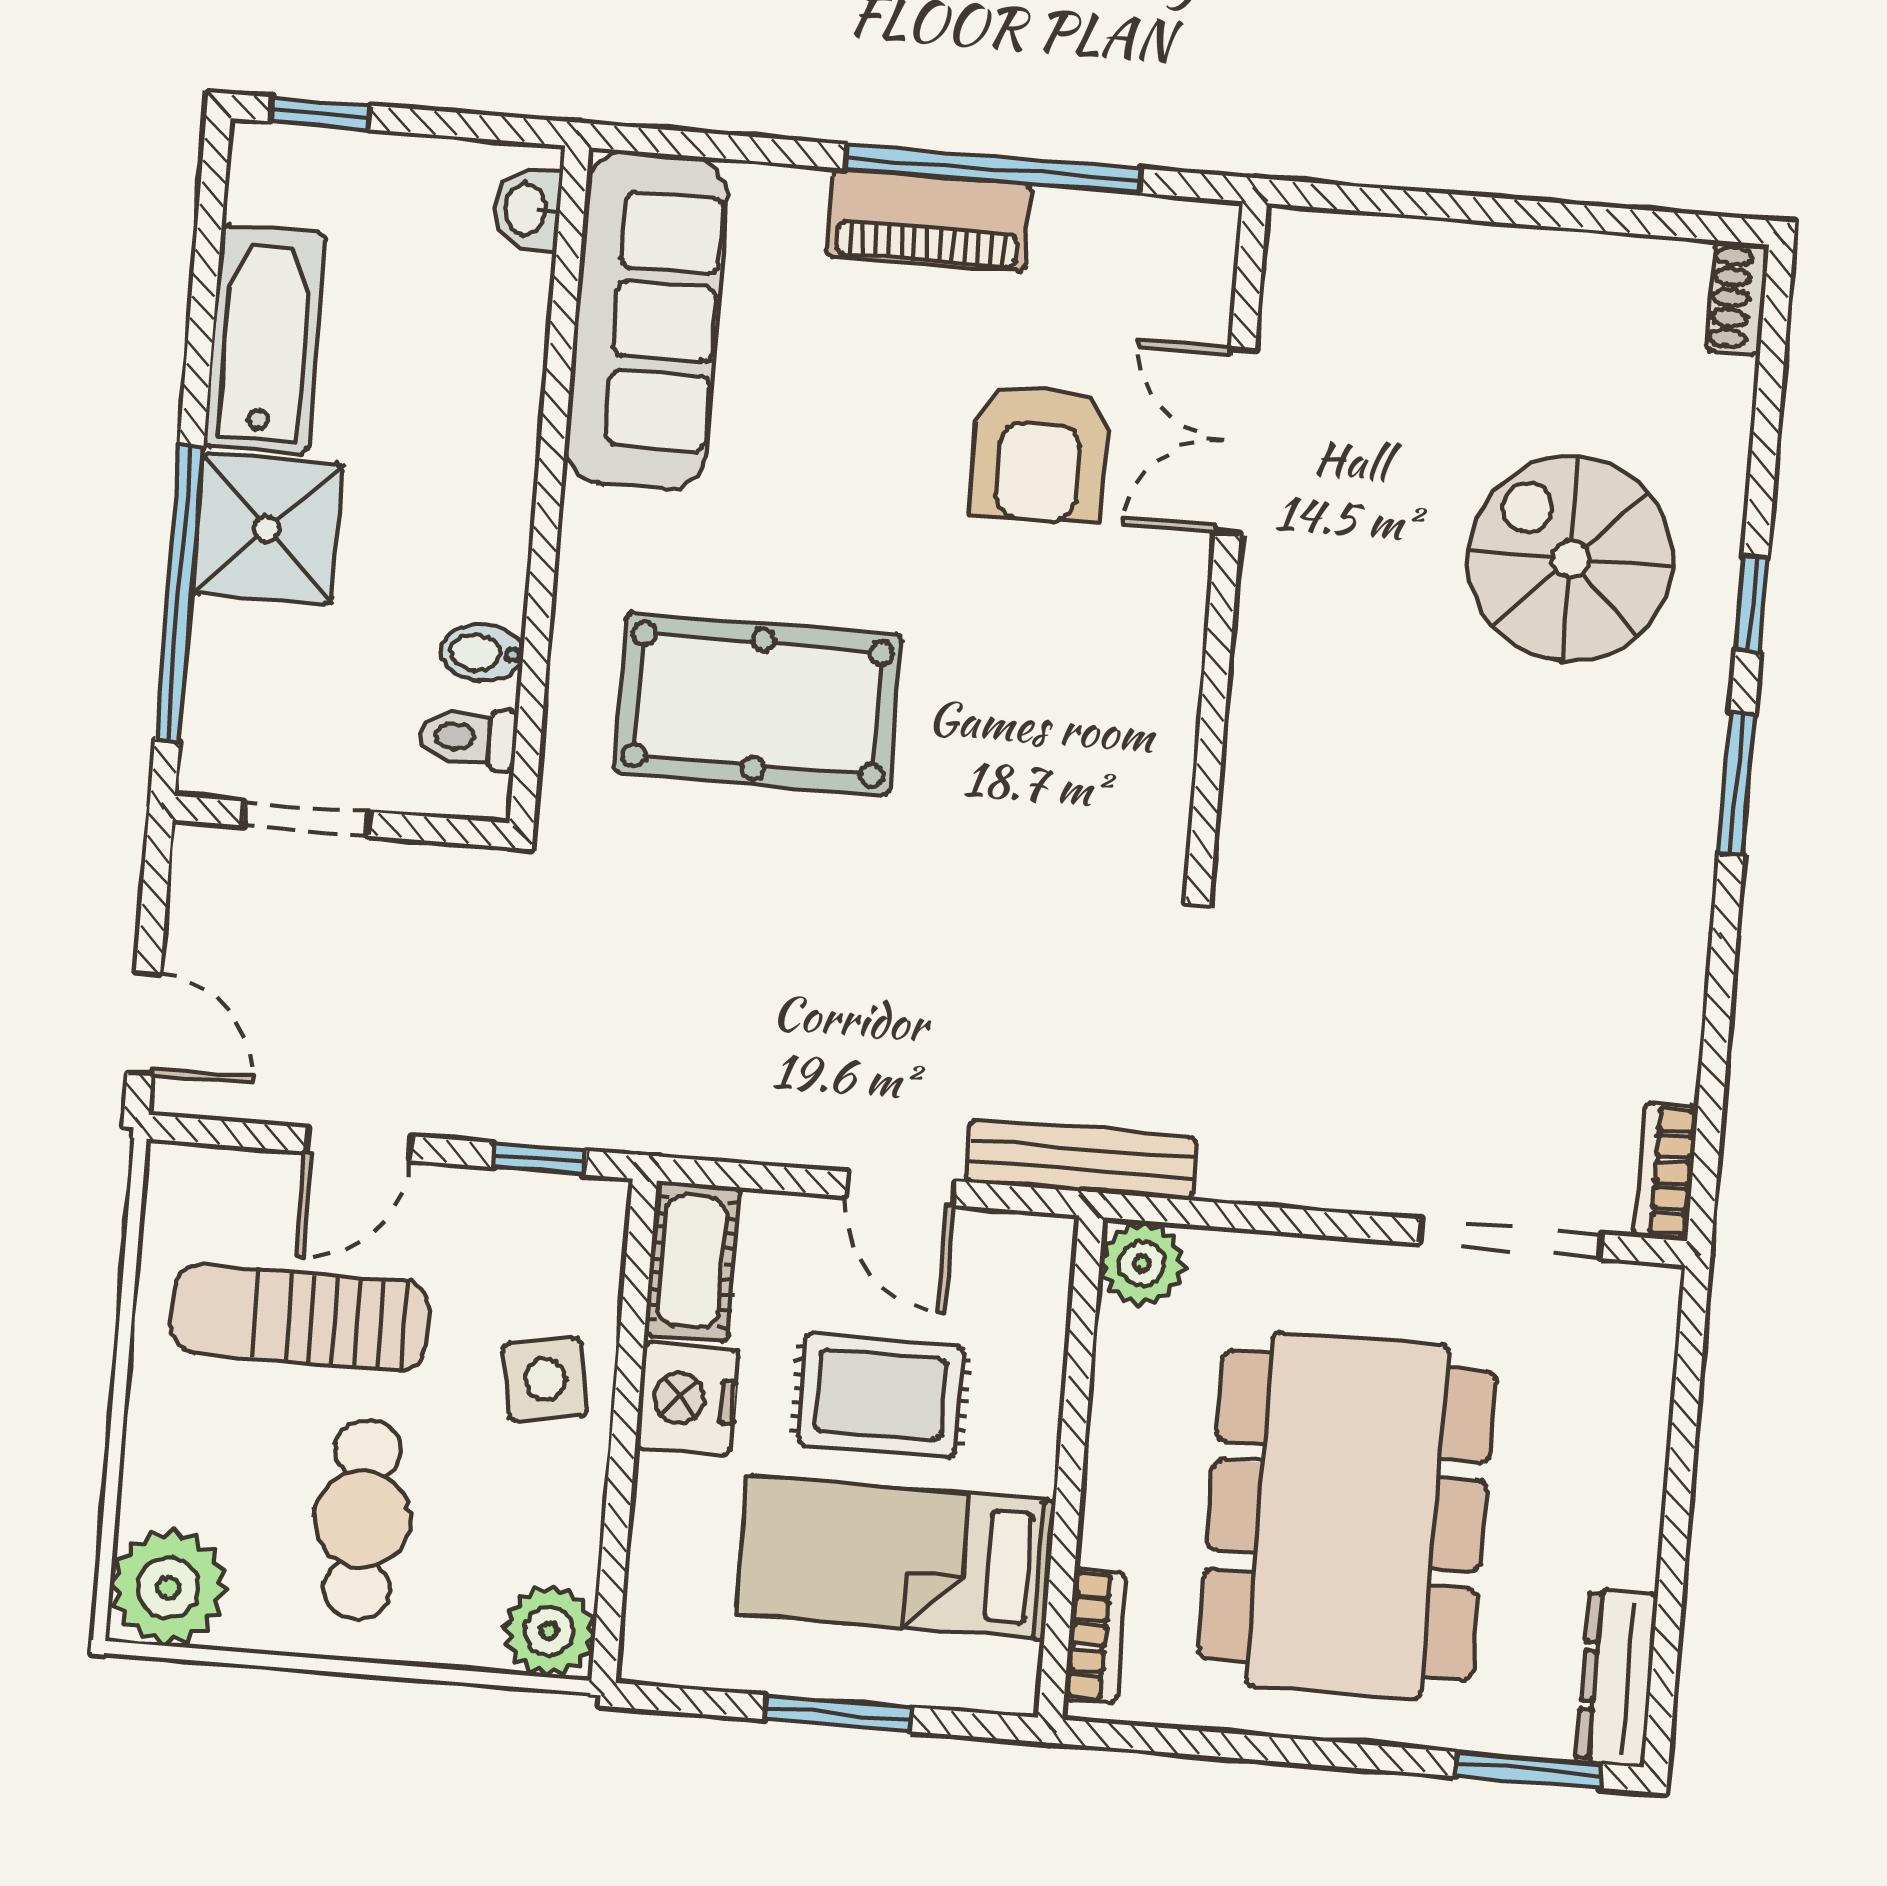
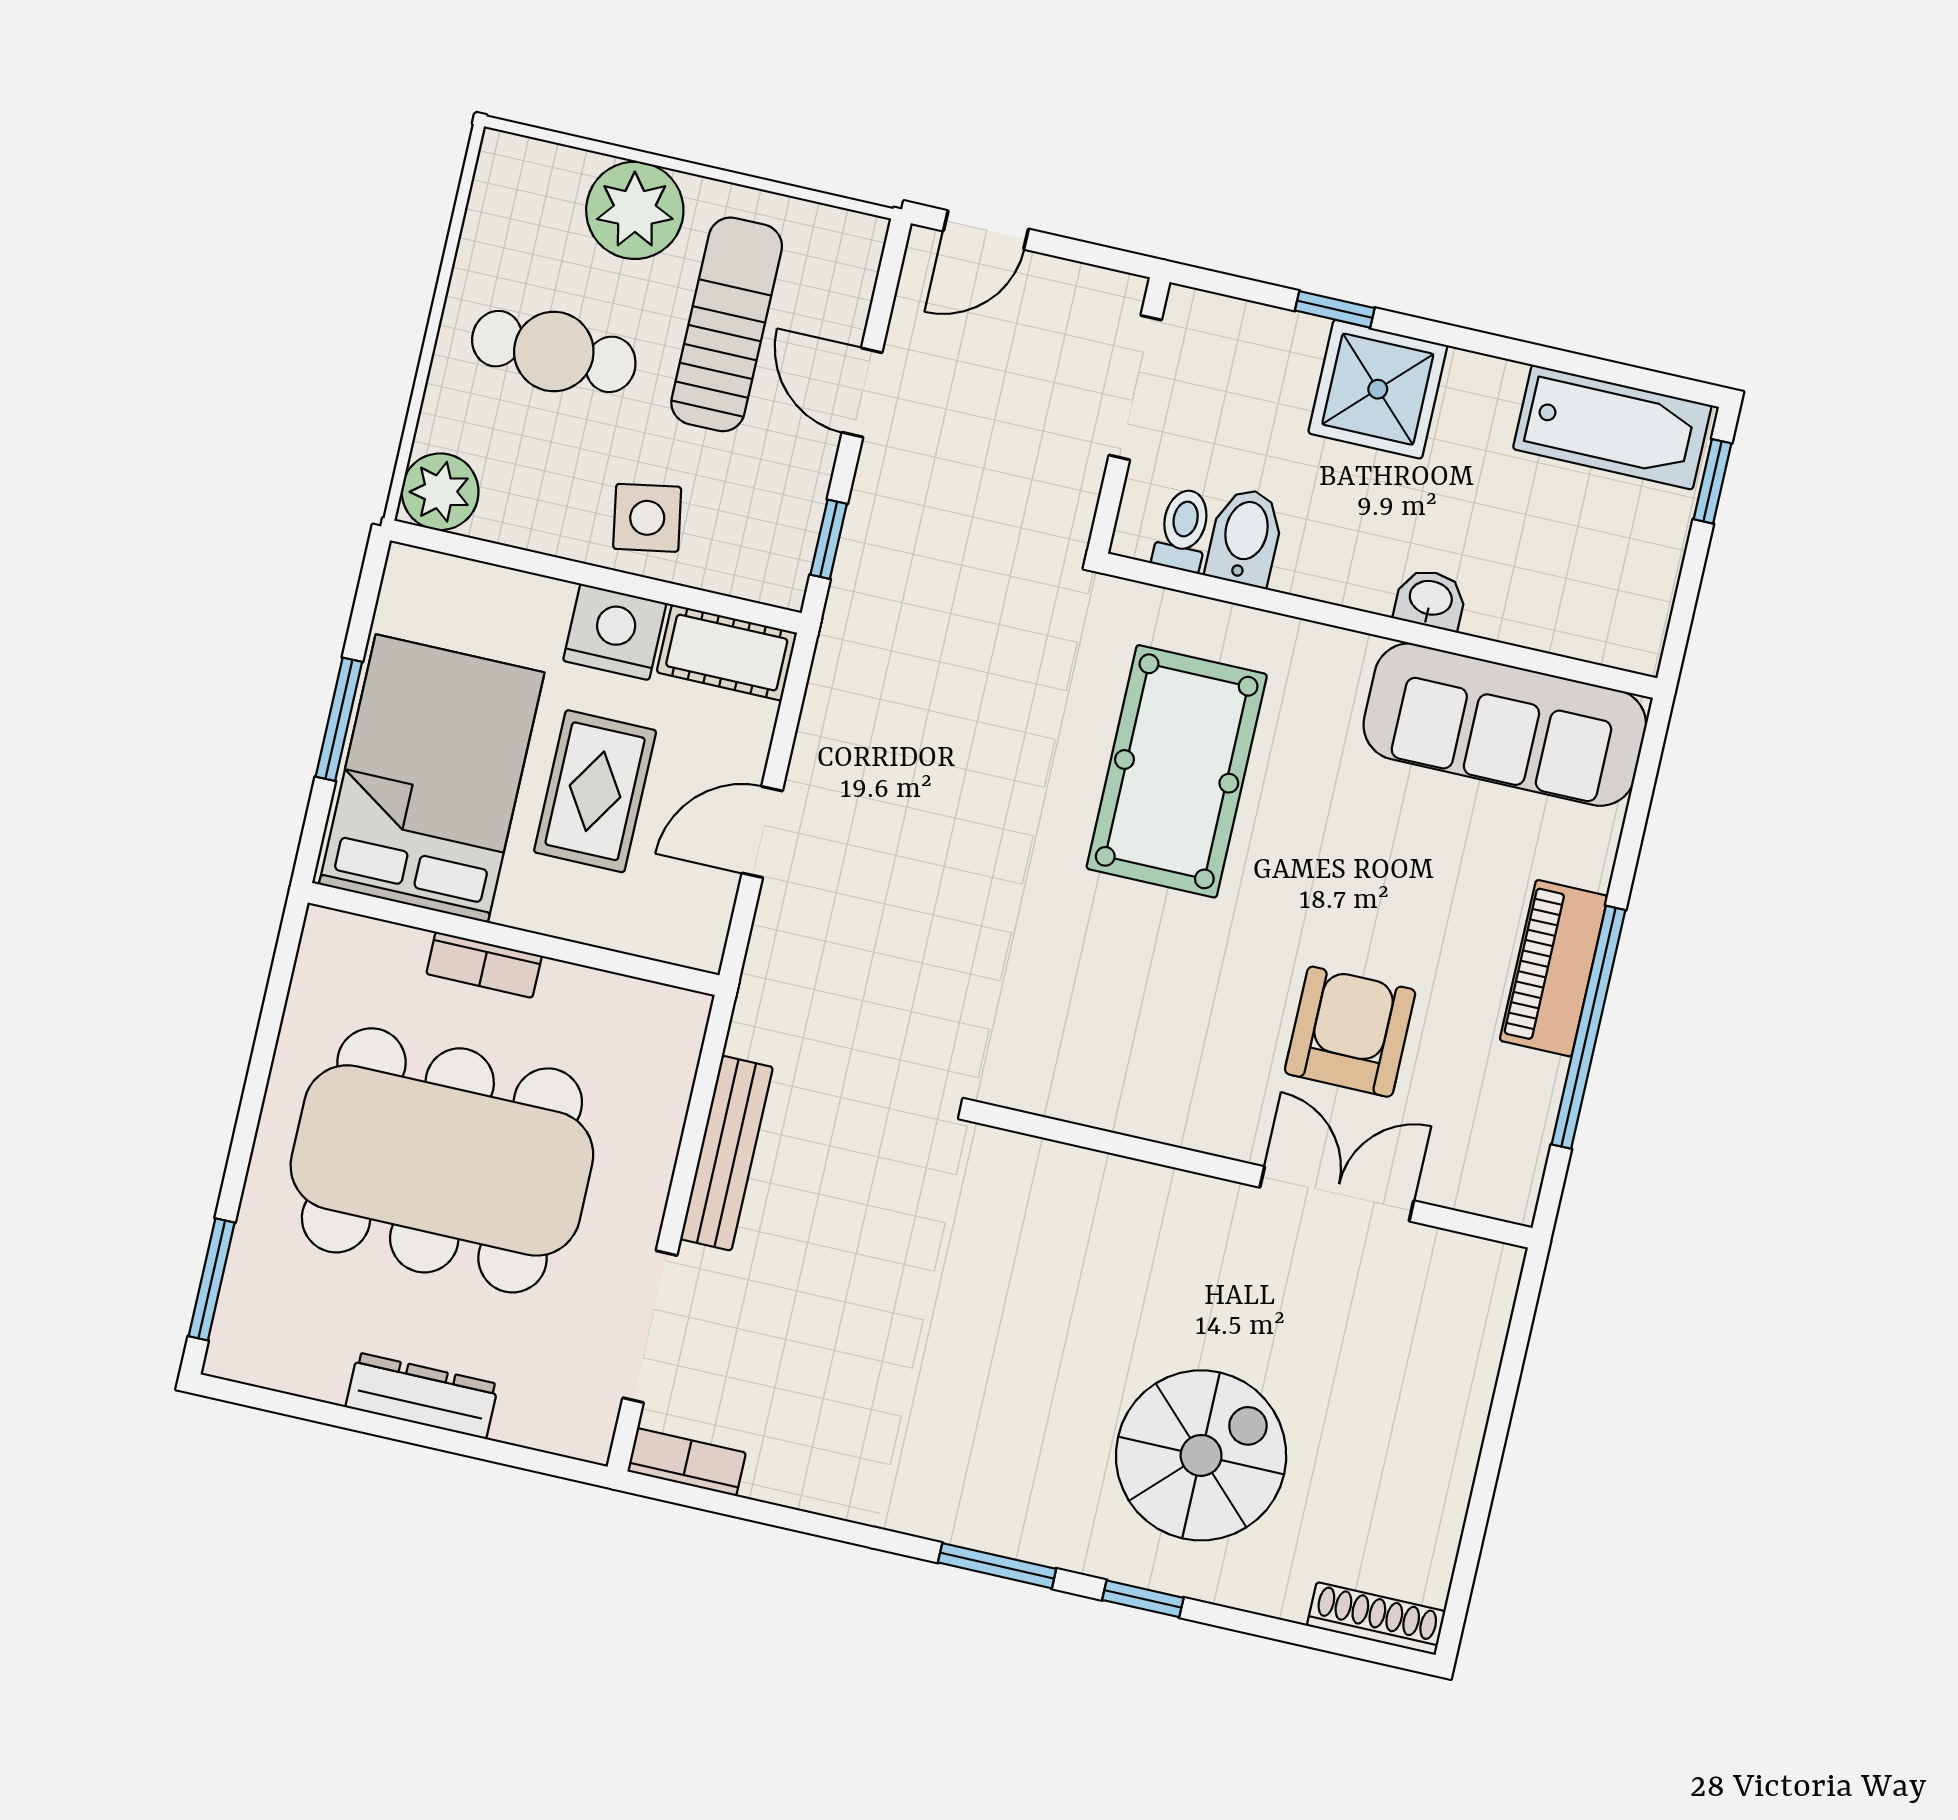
washbasin: (527, 209) -> (1430, 599), moved
shoe rack: (1738, 298) -> (1376, 1619), width x1.43
bathtub: (265, 340) -> (1612, 427), moved
armchair: (1039, 453) -> (1350, 1032), turned 90
window: (179, 594) -> (1335, 309), width x0.32
bidet: (482, 653) -> (1245, 537), width x1.38, depth x1.36
doorway: (307, 819) -> (1135, 388), width x1.38
bench: (1081, 1159) -> (727, 1153), moved
plant: (1142, 1264) -> (673, 1021), removed
bed: (896, 1558) -> (432, 778), width x1.50
plant: (168, 1587) -> (635, 210), moved
bookcase: (1095, 1636) -> (484, 965), moved
dresser: (1617, 1678) -> (422, 1396), moved

